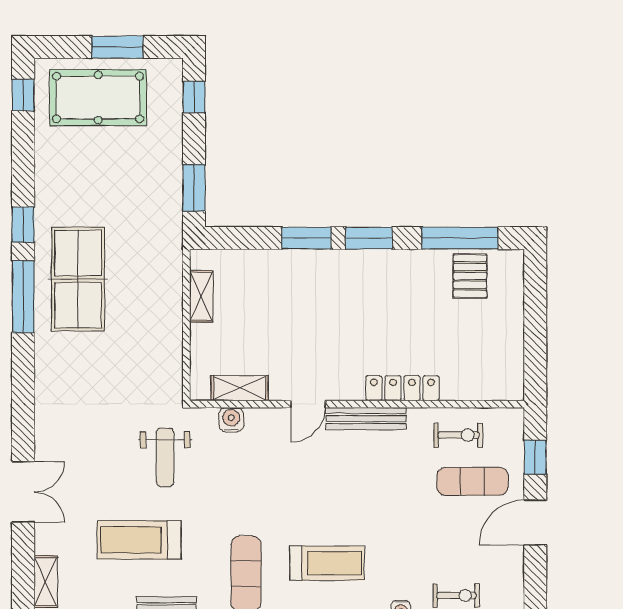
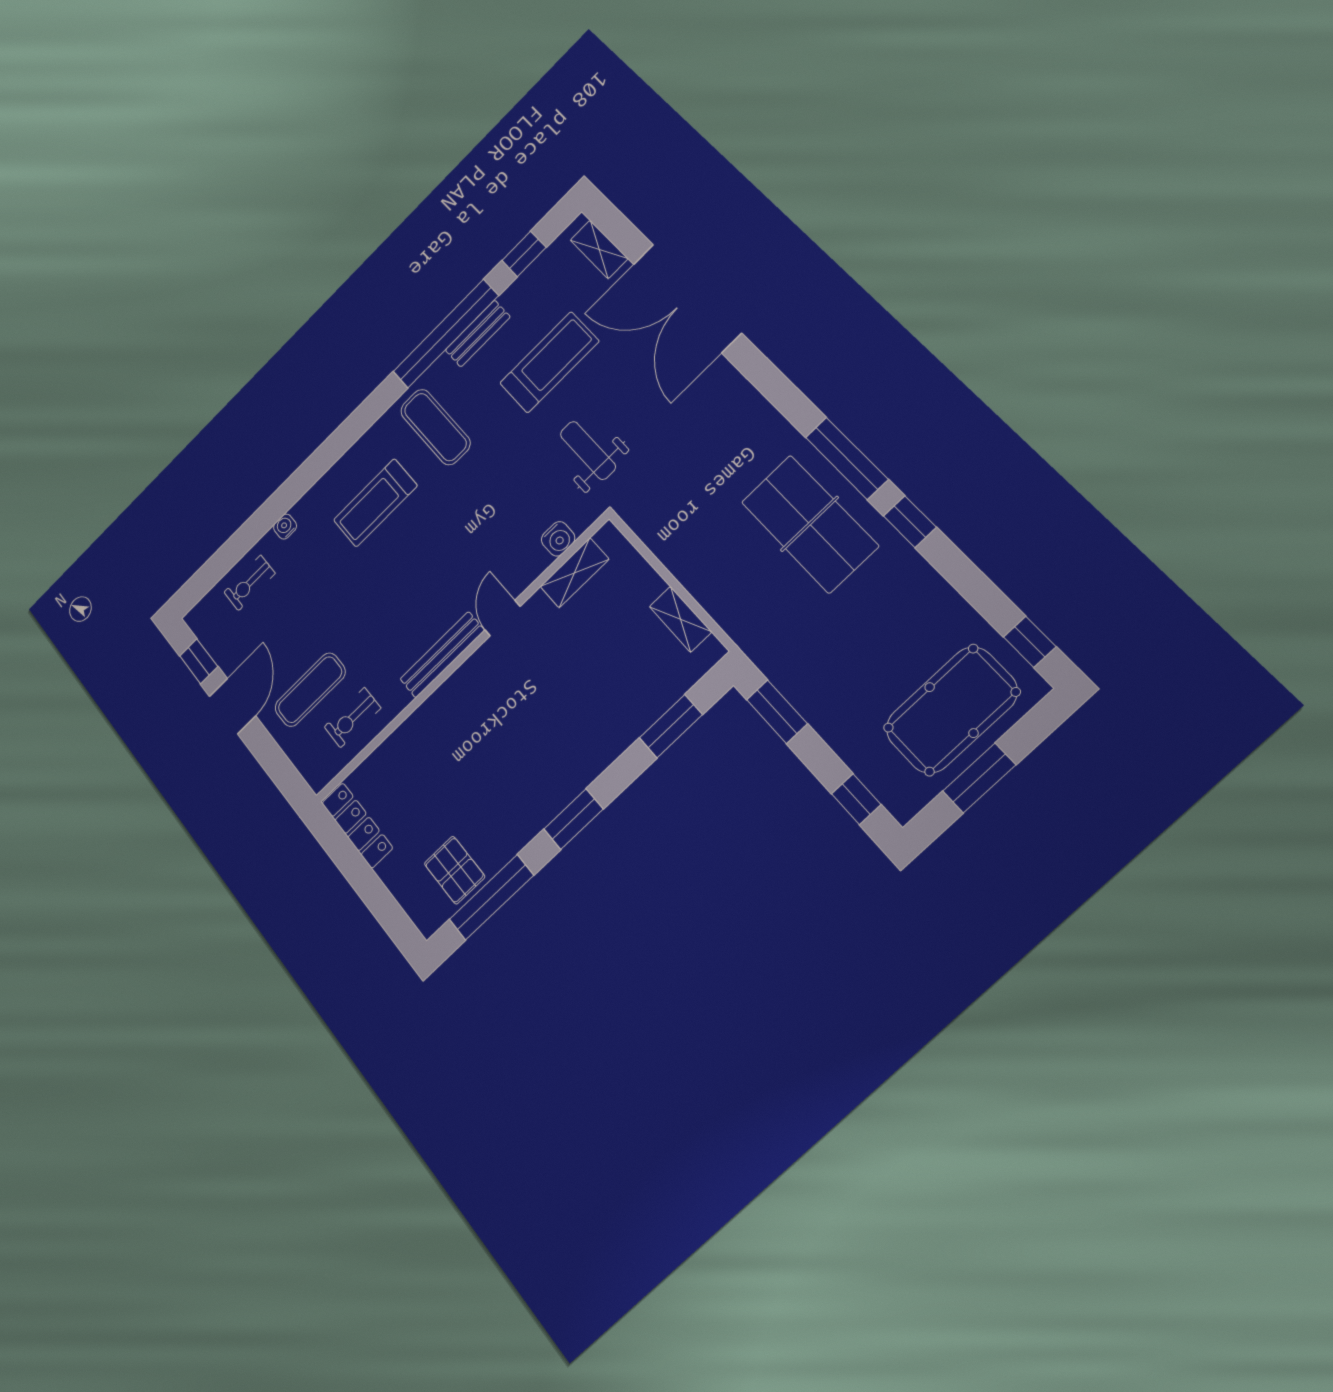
window: (306, 238) -> (671, 726), moved
locker: (402, 388) -> (357, 825), moved, turned -90
window: (535, 457) -> (199, 661), moved
double door: (23, 492) -> (687, 298), width x1.87

